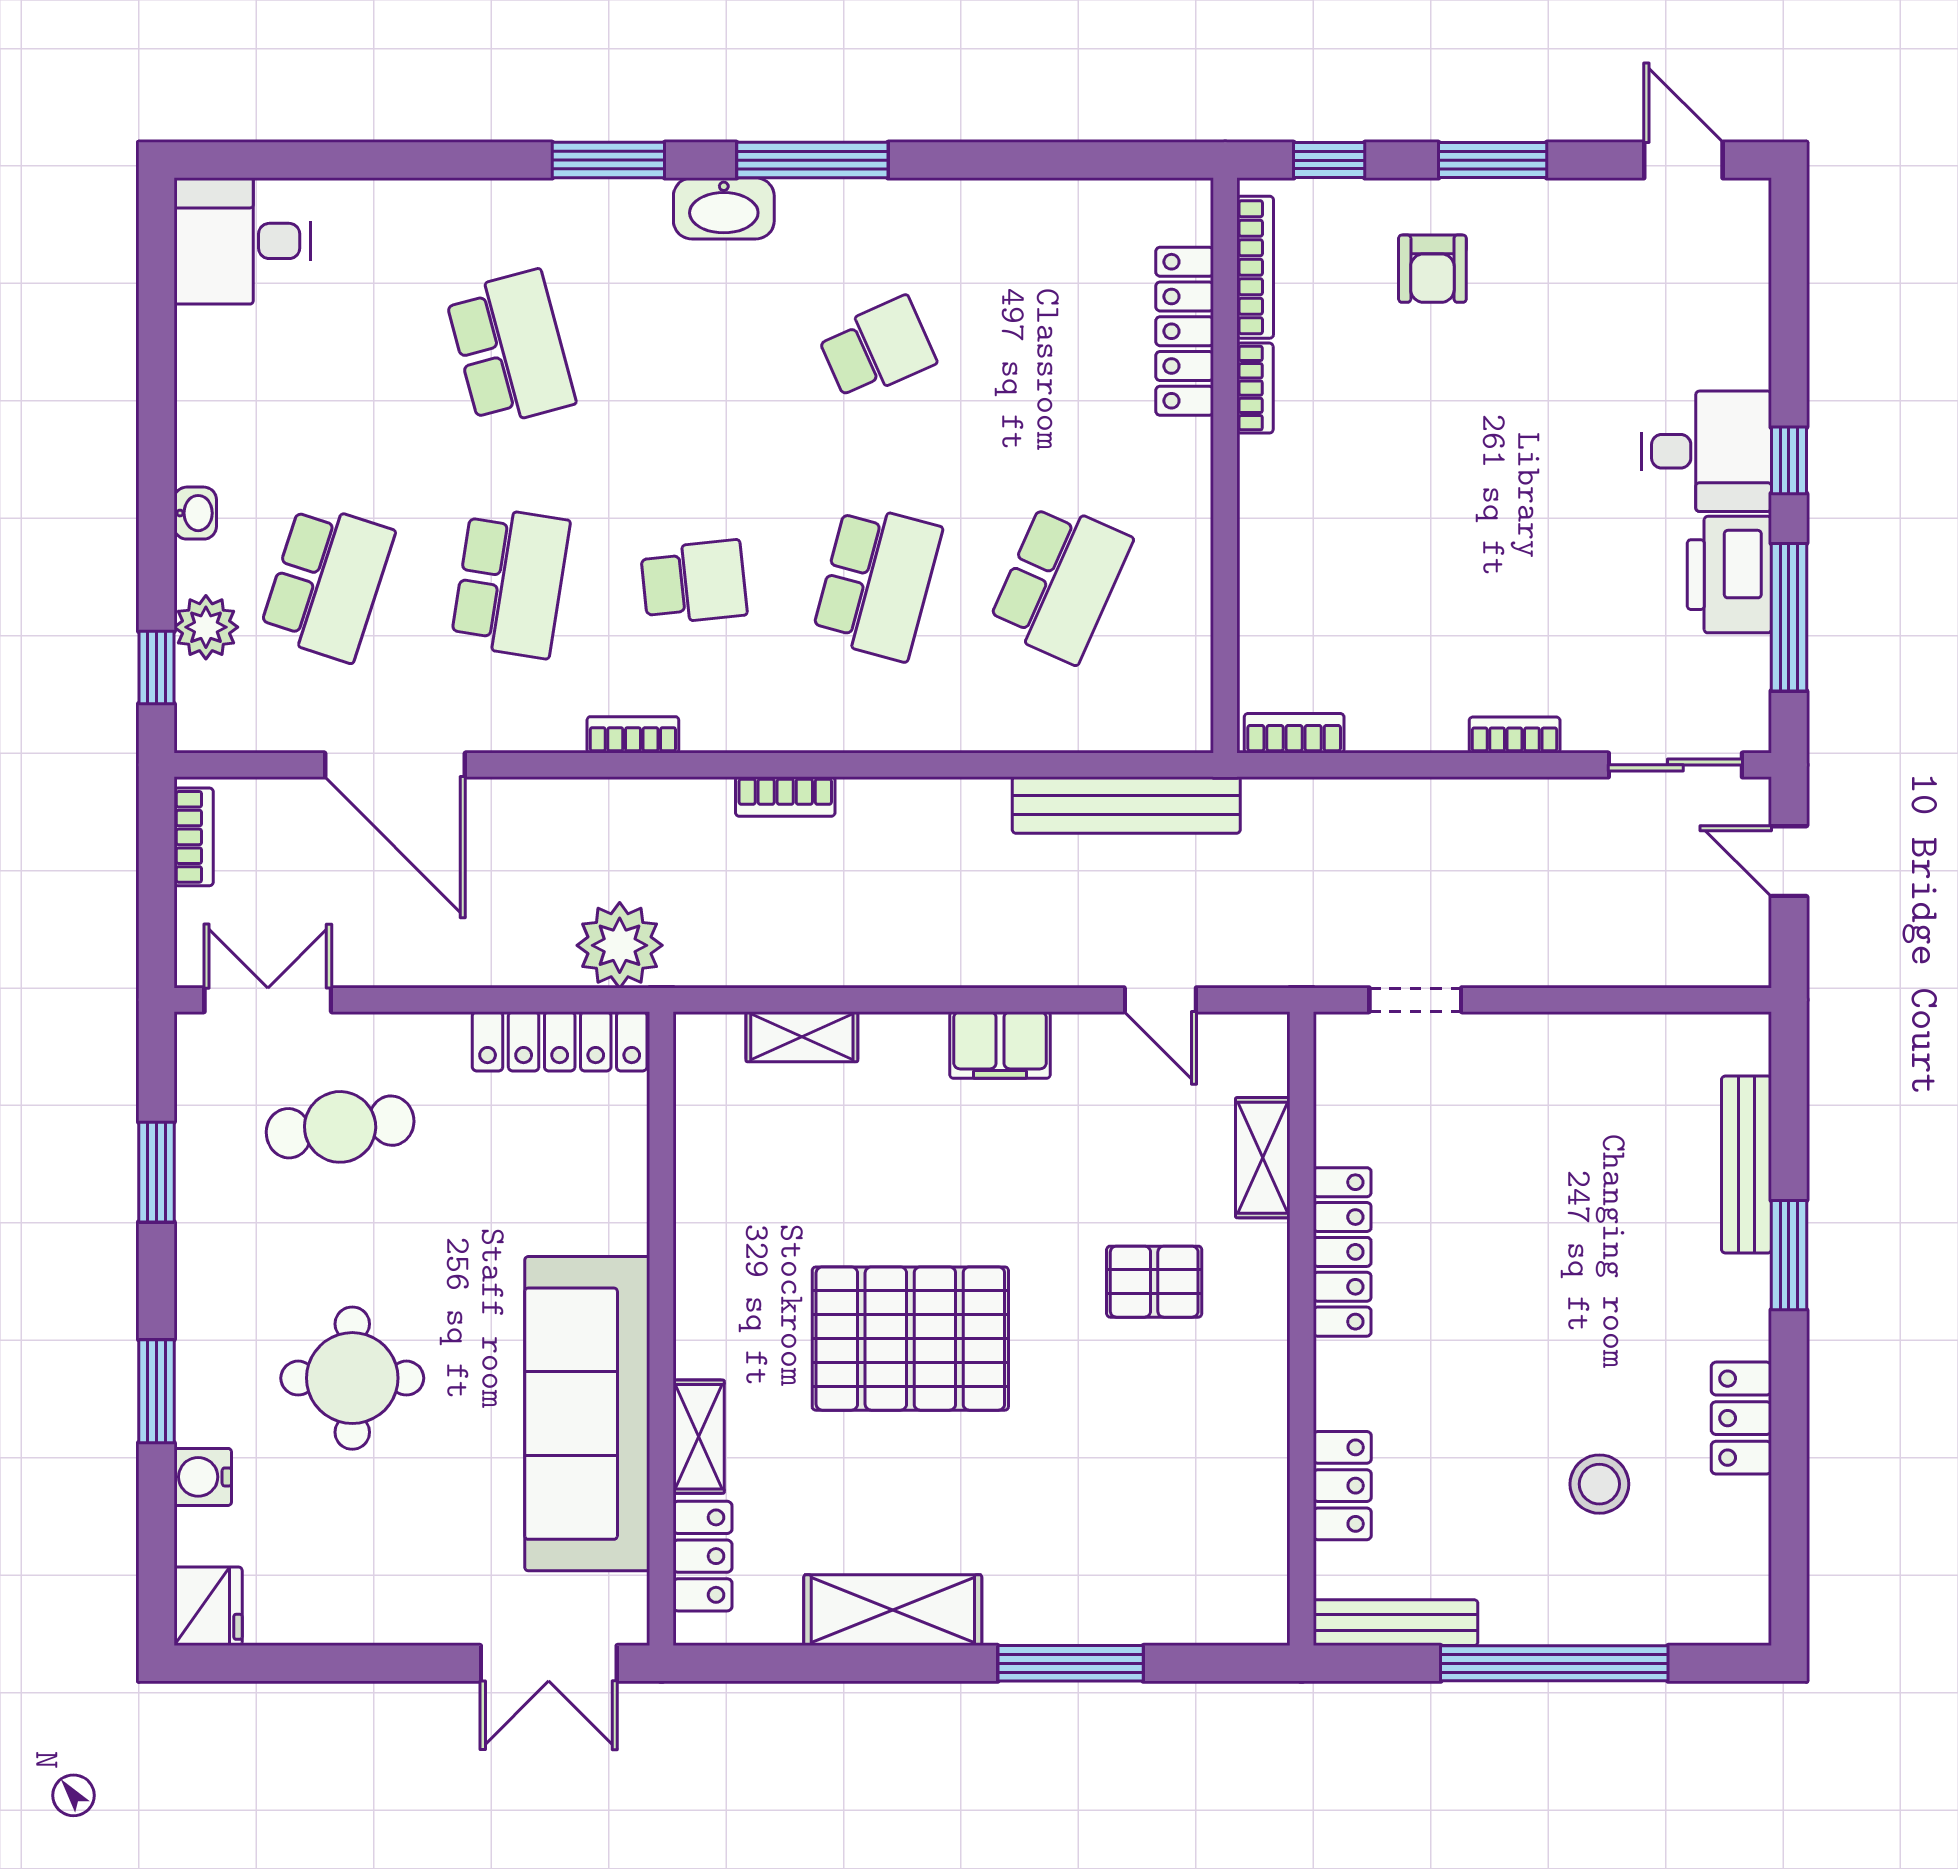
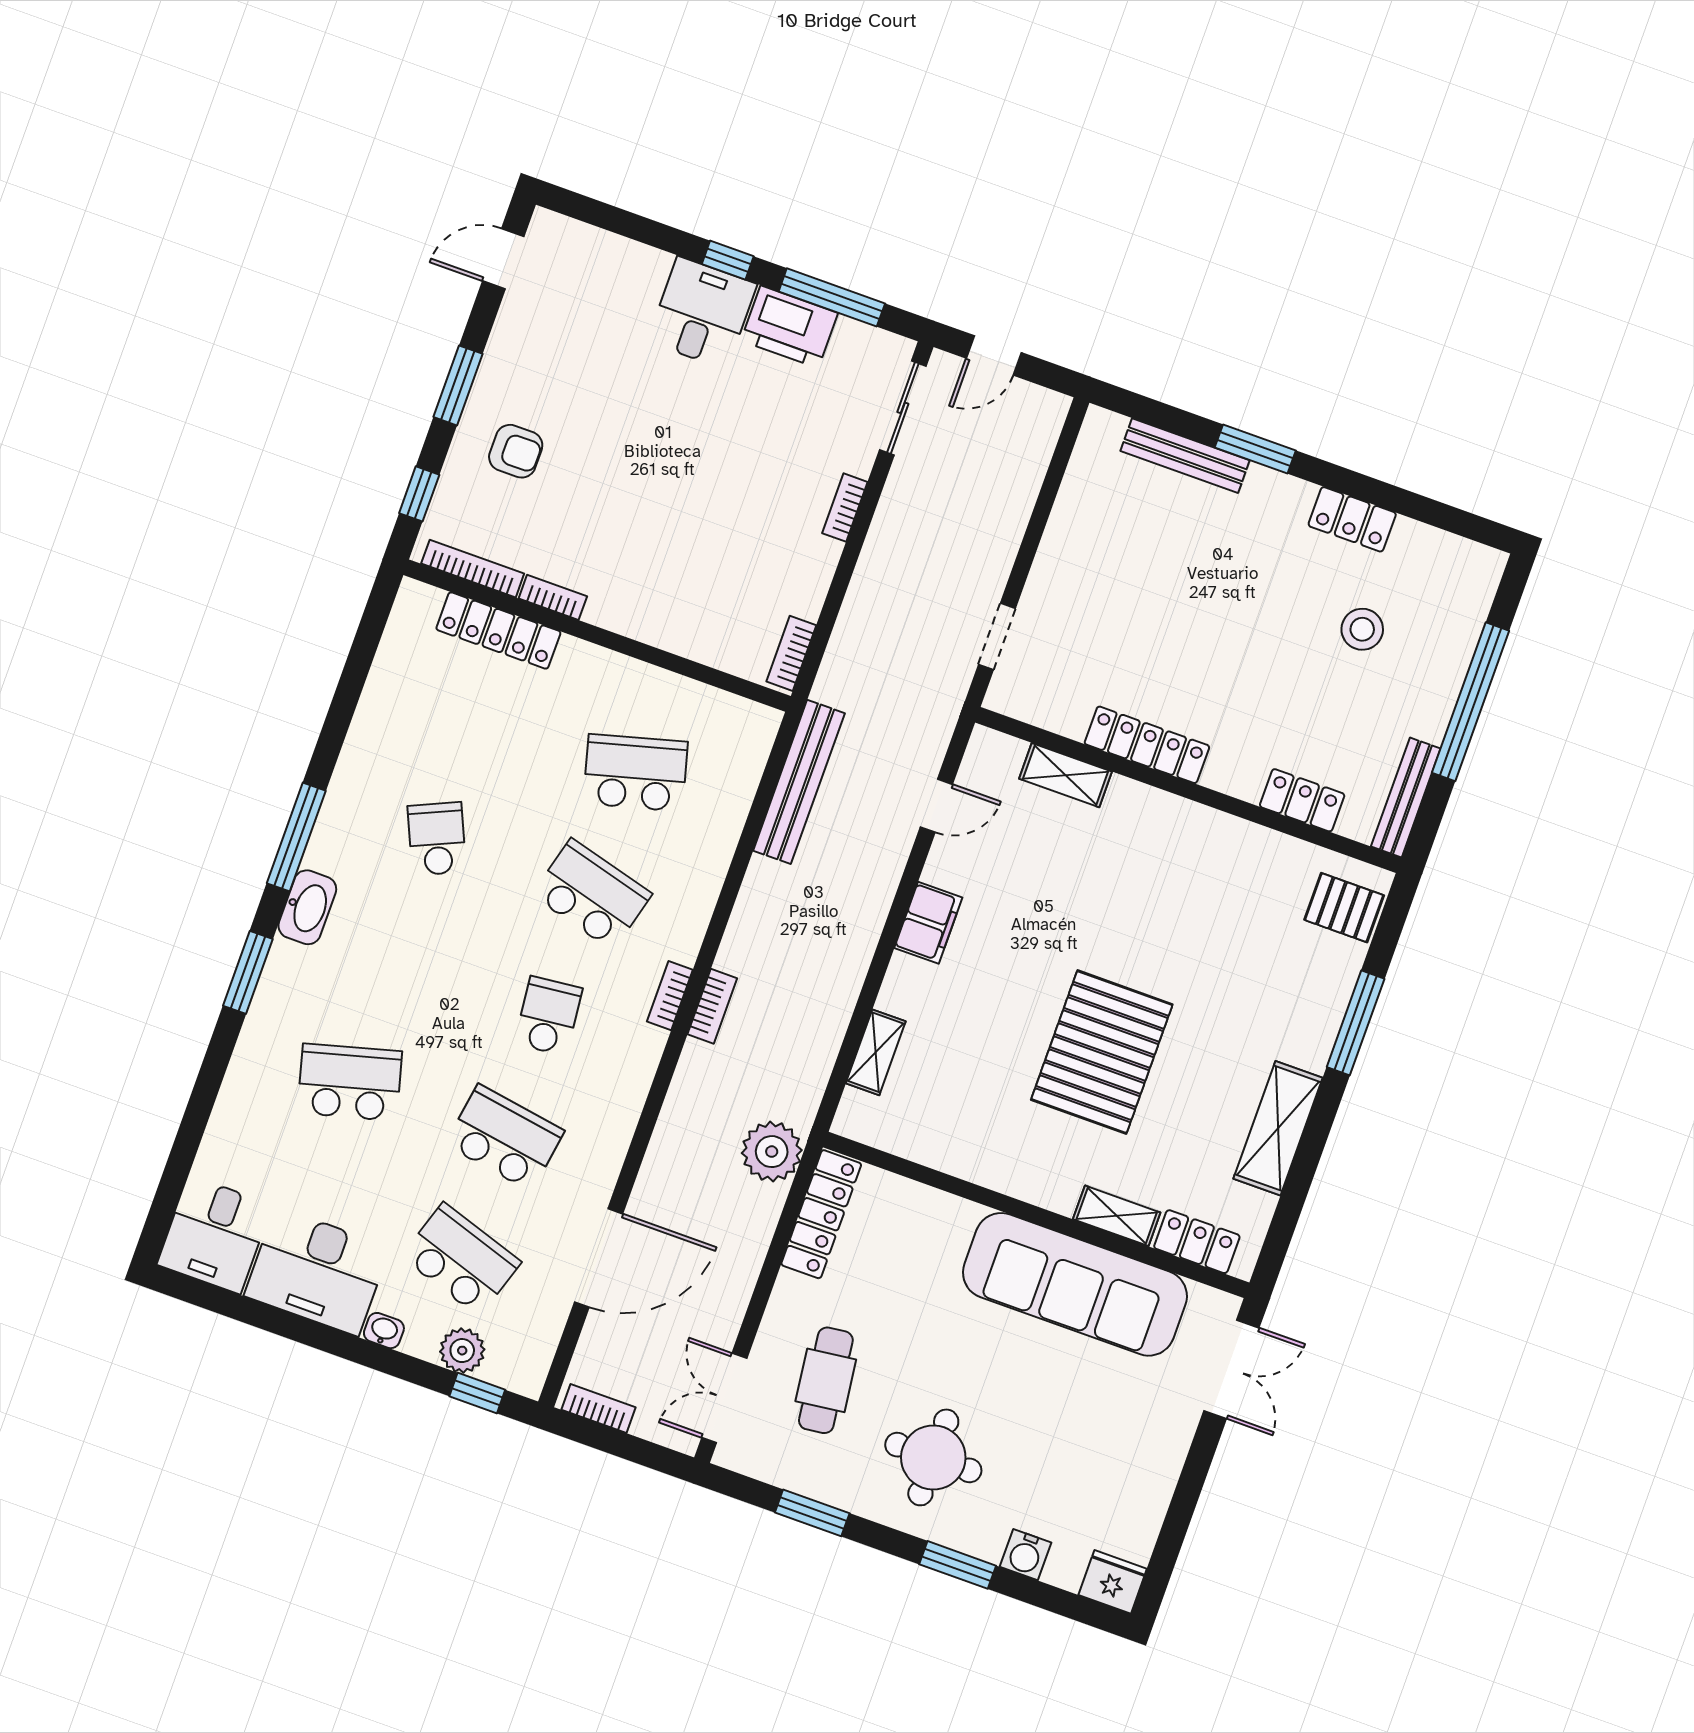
desk: (242, 396) -> (317, 1271), added
school desk: (1060, 582) -> (635, 773), turned -39
bookcase: (633, 735) -> (670, 996), moved
pallet: (1154, 1282) -> (1344, 908), moved, turned 90
round table: (352, 1378) -> (933, 1457), moved

